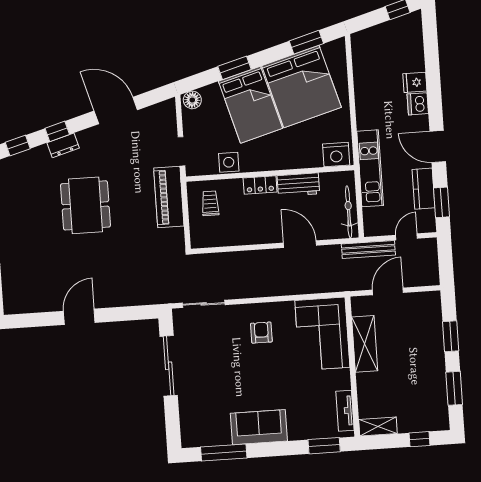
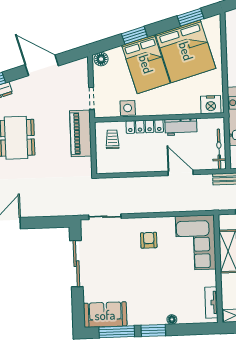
locker: (260, 185) -> (145, 127), width x1.53
sofa: (259, 427) -> (105, 315), moved
floor lamp: (295, 434) -> (172, 319), added
window: (324, 446) -> (153, 330), moved

